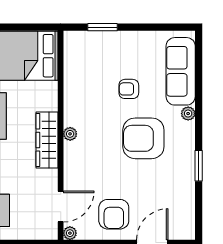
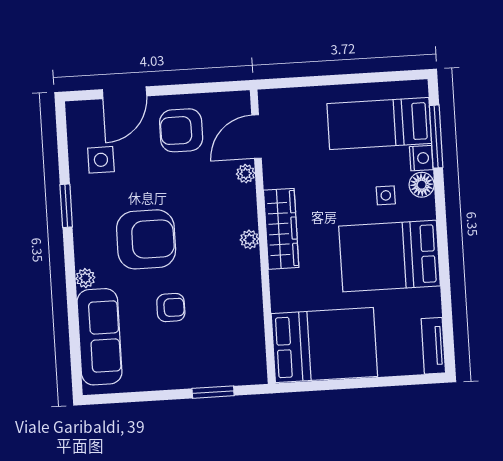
side table: (172, 197) -> (101, 160), added
armchair: (114, 214) -> (181, 130), turned -90
plant: (70, 233) -> (246, 174), moved

